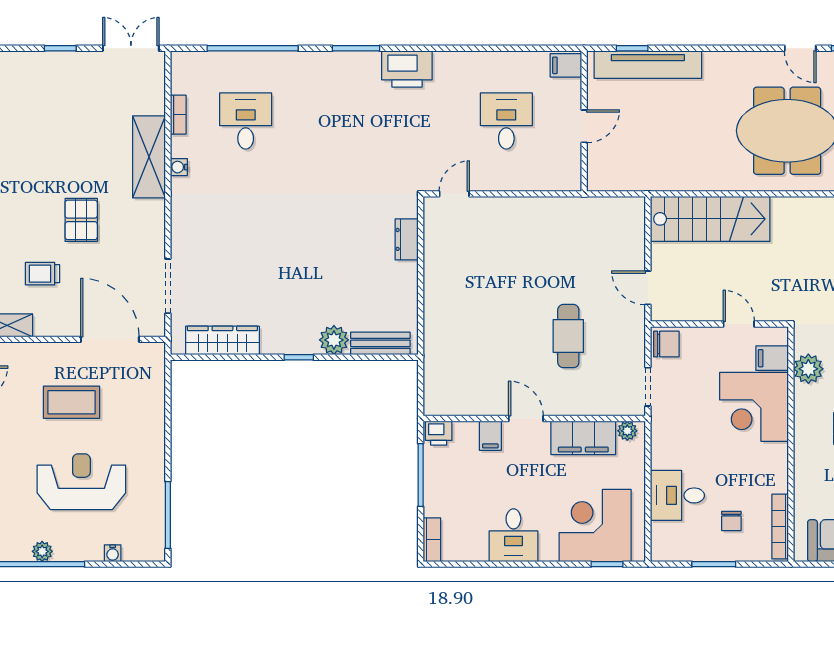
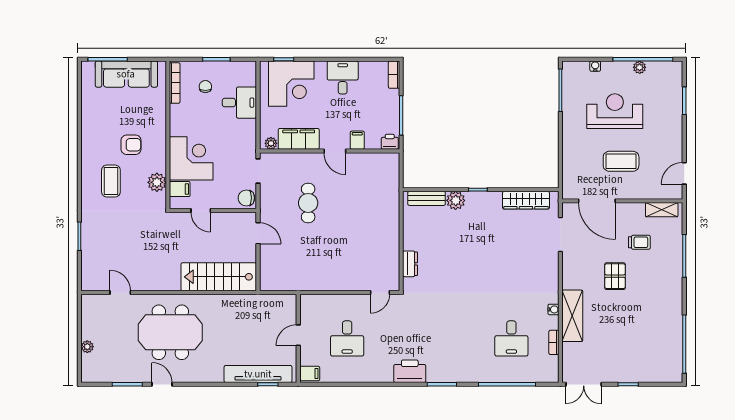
reception desk: (81, 482) -> (615, 111), turned 180

